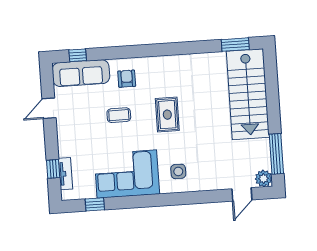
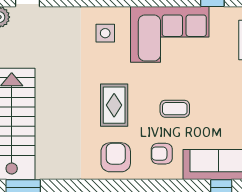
armchair: (163, 73) -> (116, 157), added
armchair: (127, 79) -> (162, 154), turned 90

